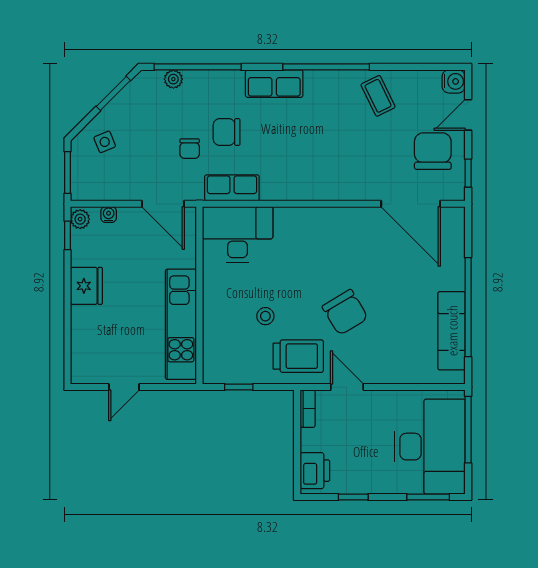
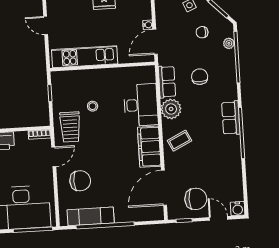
row of seats: (274, 84) -> (231, 118), moved
coffee table: (378, 96) -> (180, 141), moved
chair: (190, 149) -> (202, 32), moved
plant: (278, 184) -> (171, 109), added
water cooler: (109, 215) -> (148, 25), moved
filing cabinet: (340, 224) -> (149, 147), added
desk: (238, 234) -> (141, 105), moved
chair: (345, 312) -> (80, 181), moved, turned -149

